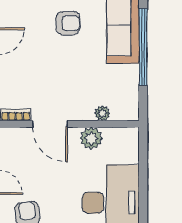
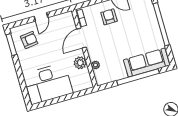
armchair: (68, 23) -> (109, 17), moved, turned 180

